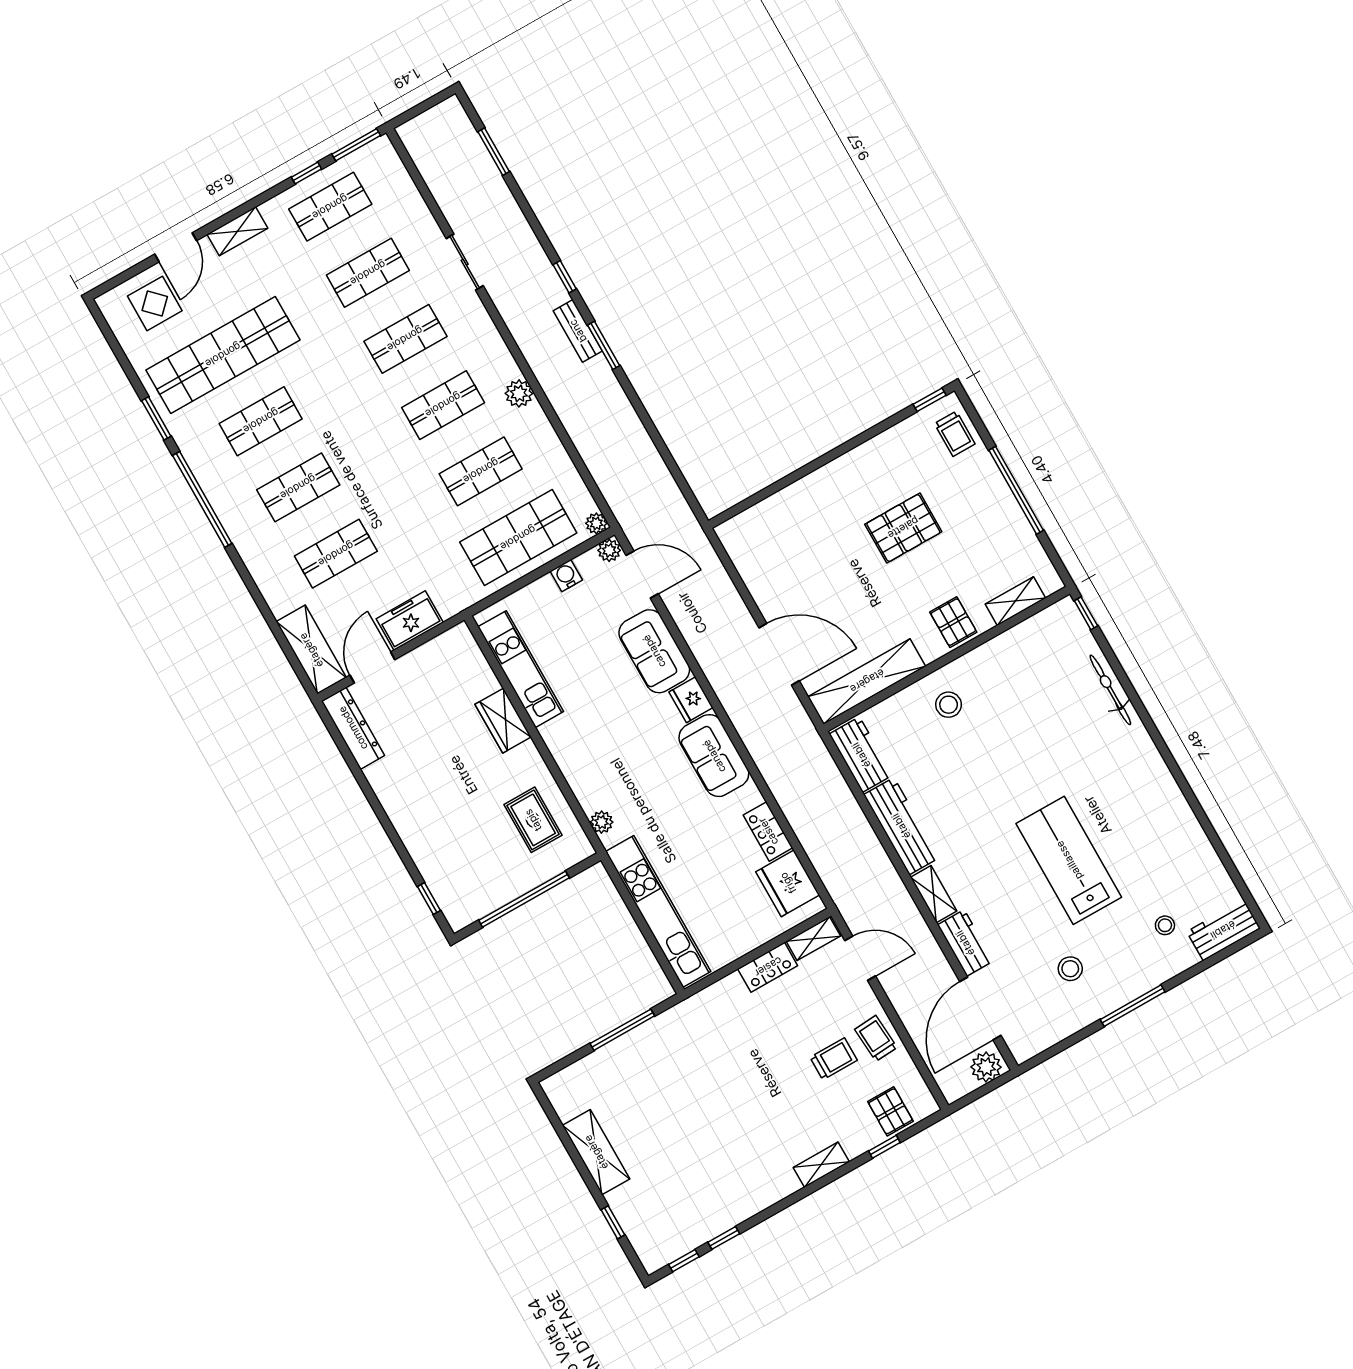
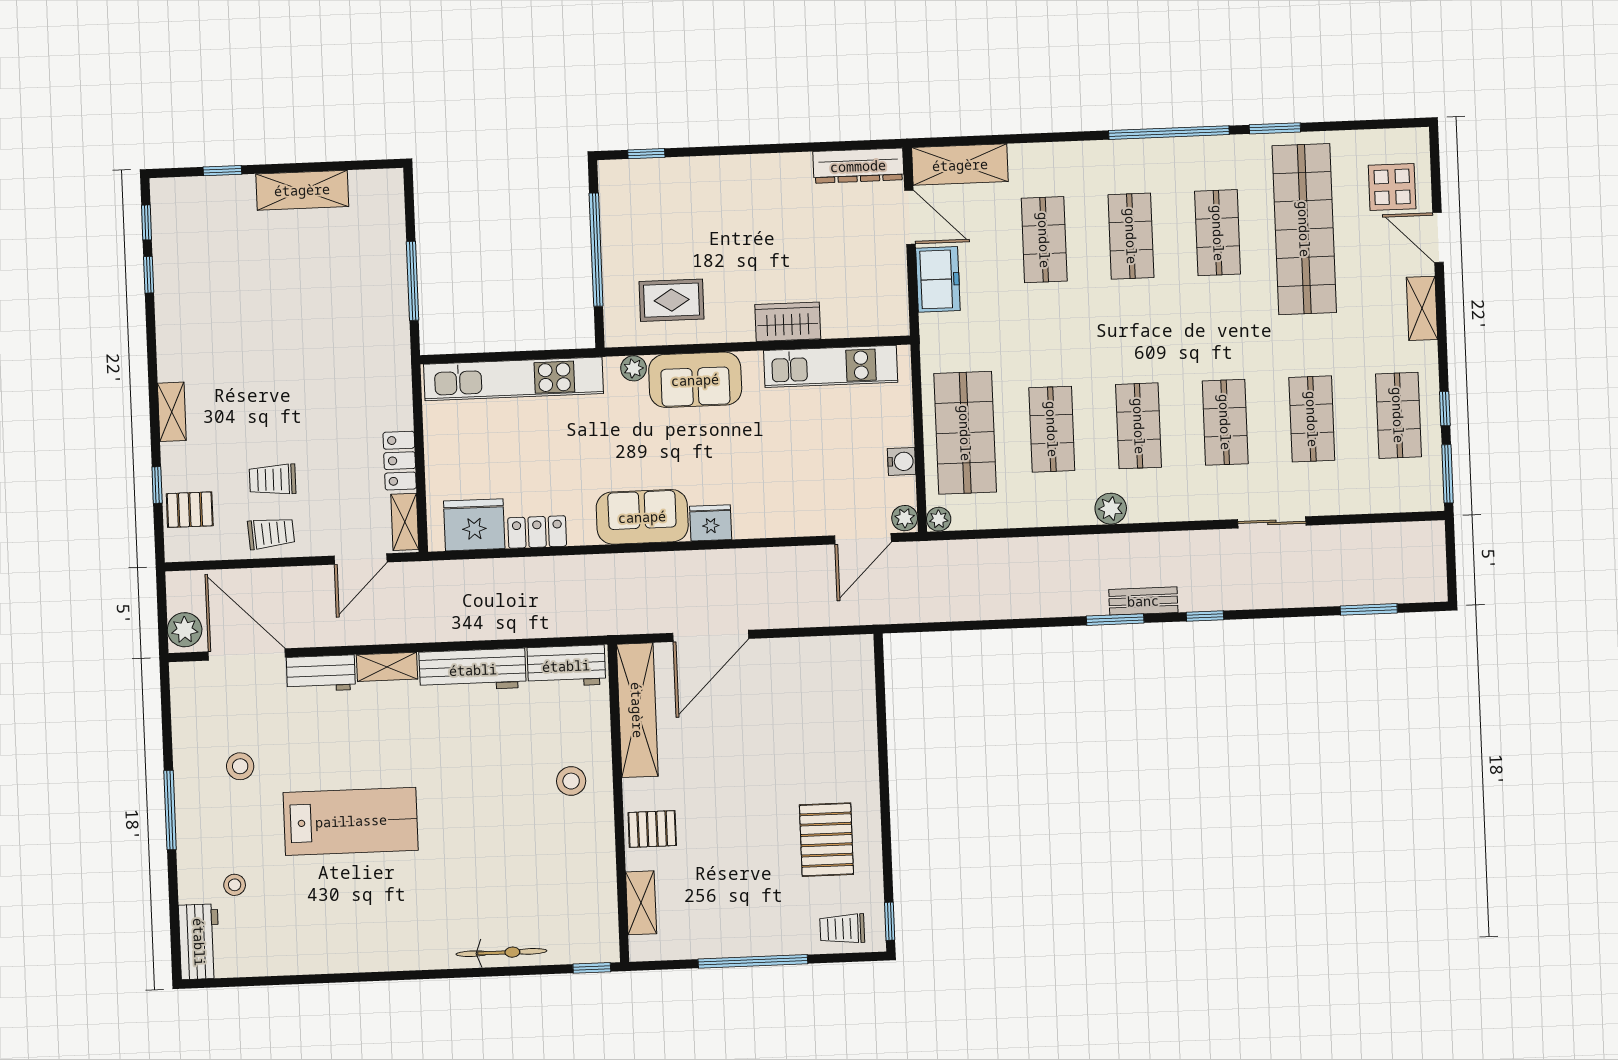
pallet: (903, 528) -> (826, 840), moved
sofa: (654, 651) -> (695, 380), moved, turned 180
trolley: (834, 1059) -> (273, 480), turned 90

